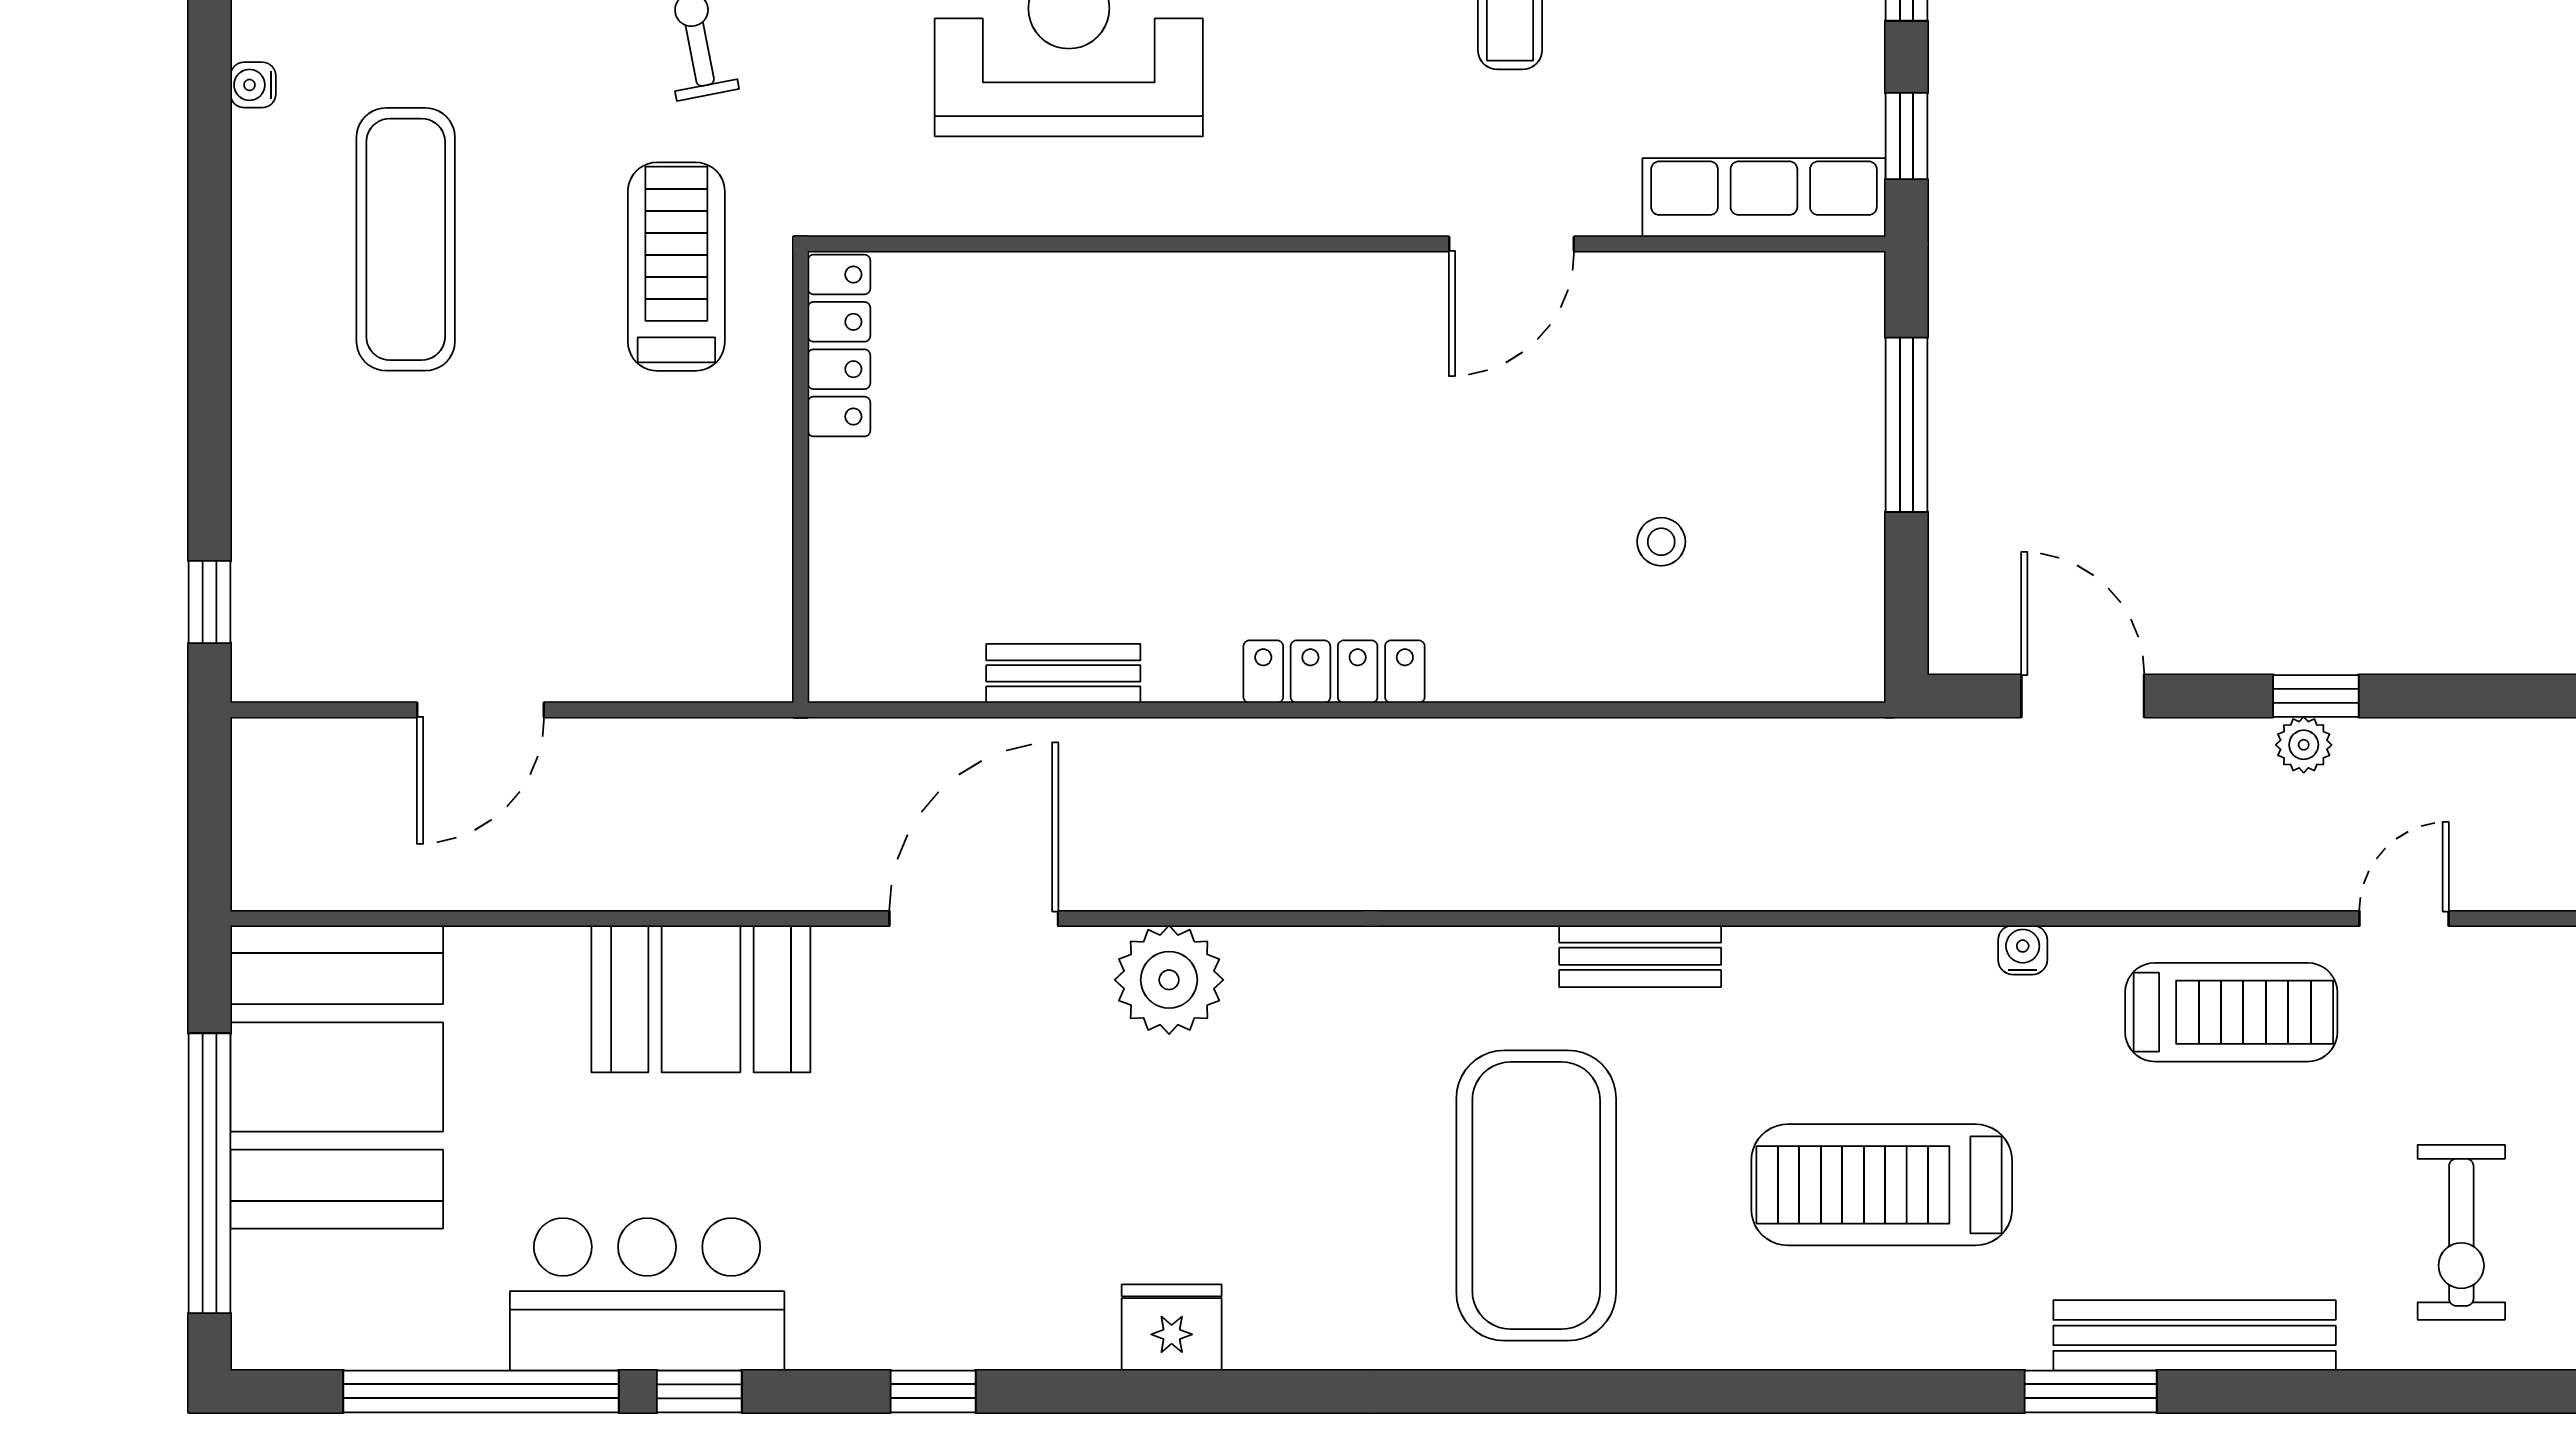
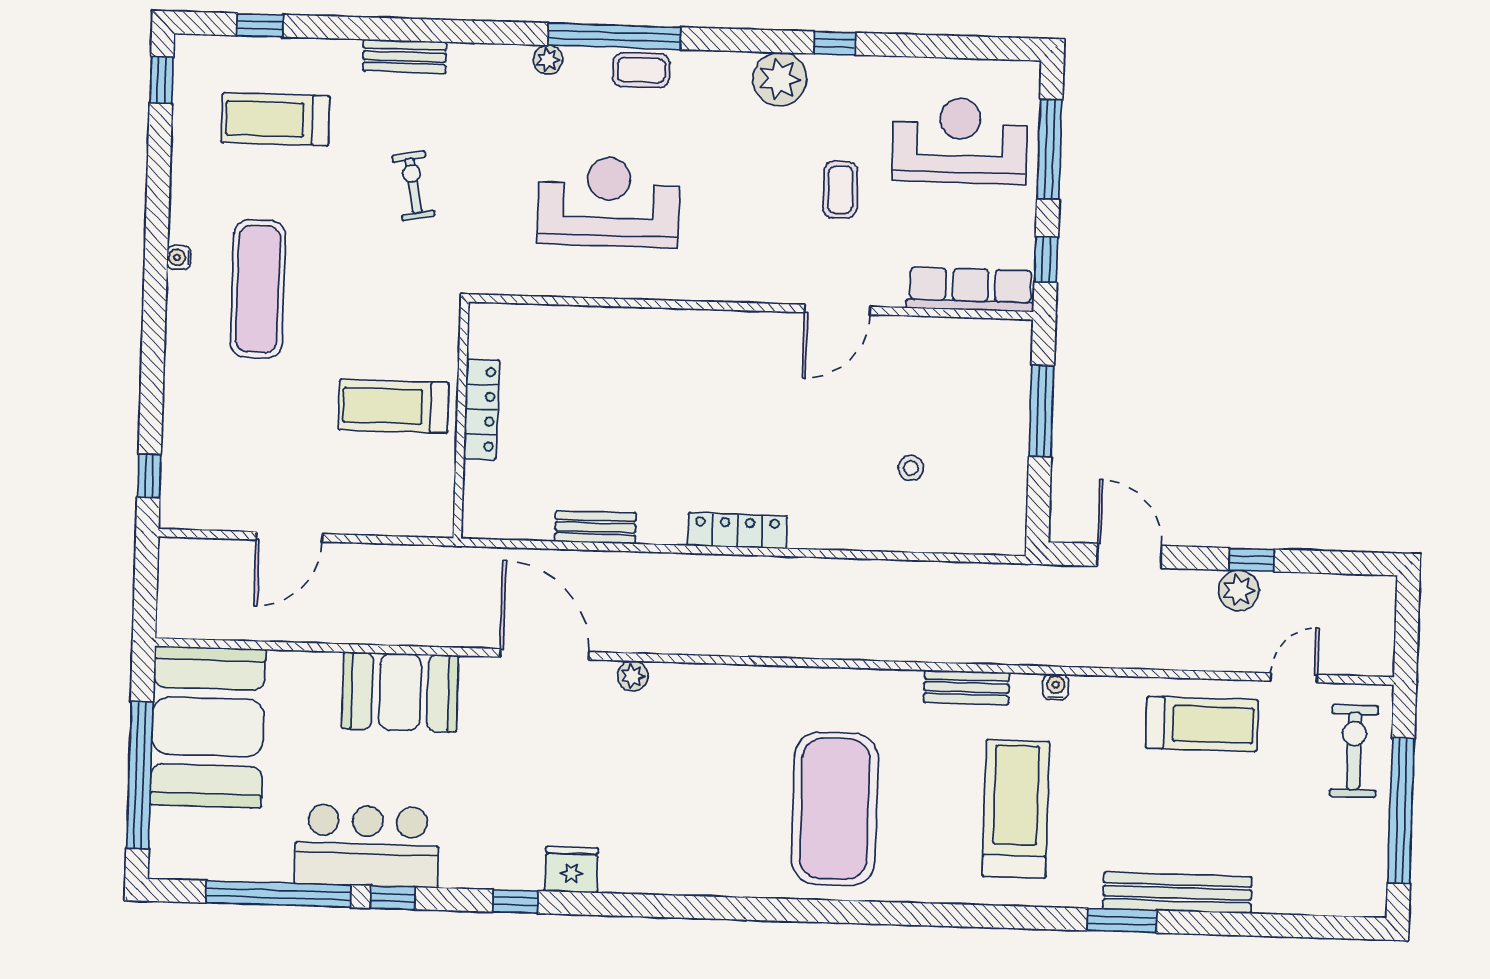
water cooler: (253, 85) -> (179, 257), moved
treadmill: (676, 267) -> (394, 406), moved, turned -90
locker: (839, 346) -> (481, 409), moved
plant: (2304, 745) -> (1239, 590), width x1.38, depth x1.38
door: (974, 918) -> (544, 654), hinge flipped
water cooler: (2023, 950) -> (1056, 687), moved
bench: (1640, 956) -> (967, 687), moved
plant: (1169, 980) -> (633, 676), width x0.53, depth x0.53
treadmill: (1882, 1185) -> (1016, 809), turned 90
exercise bike: (2461, 1232) -> (1354, 751), moved, turned 180
fridge: (1172, 1327) -> (571, 870), moved

